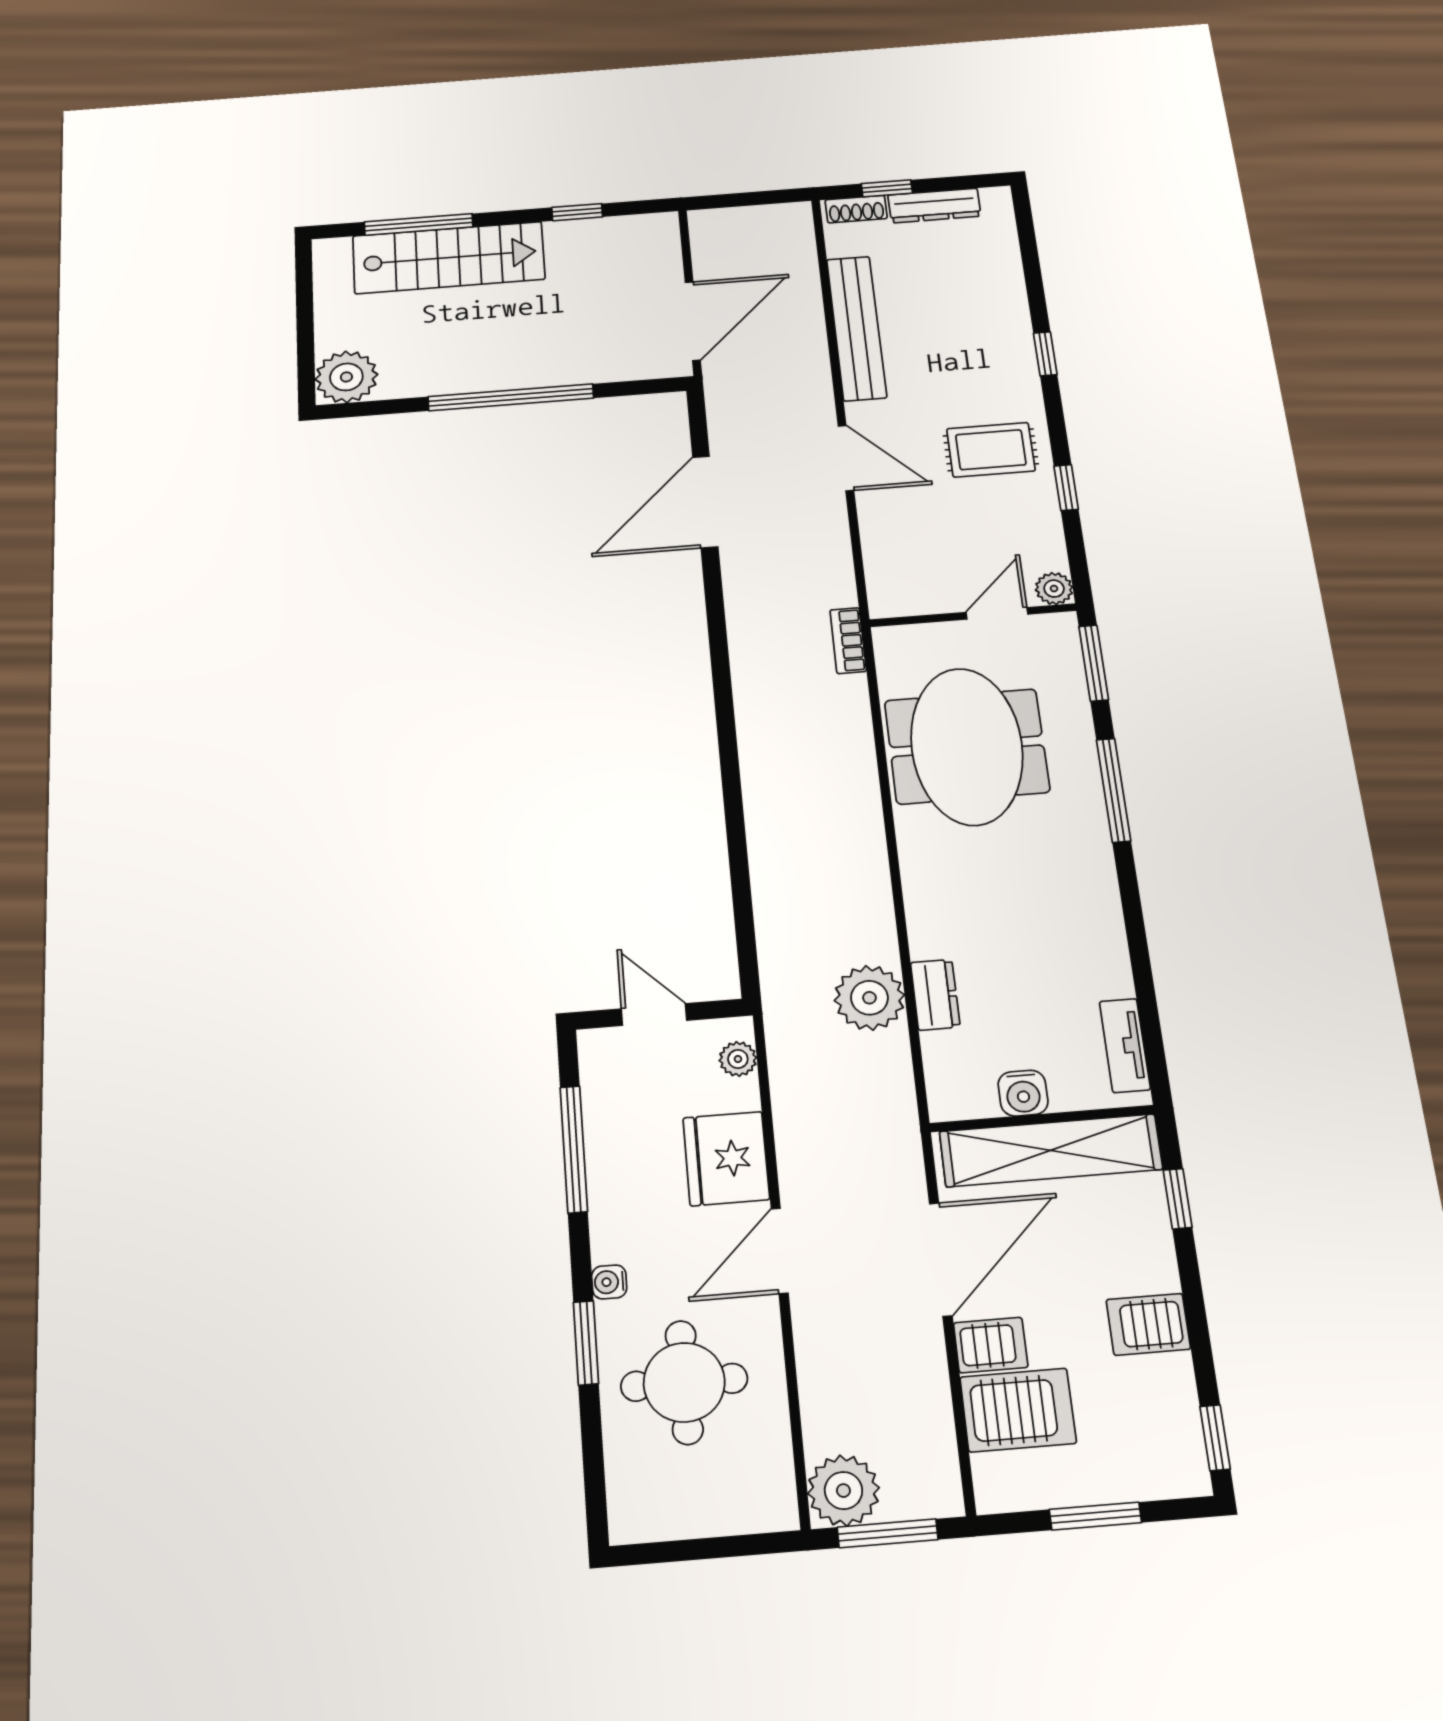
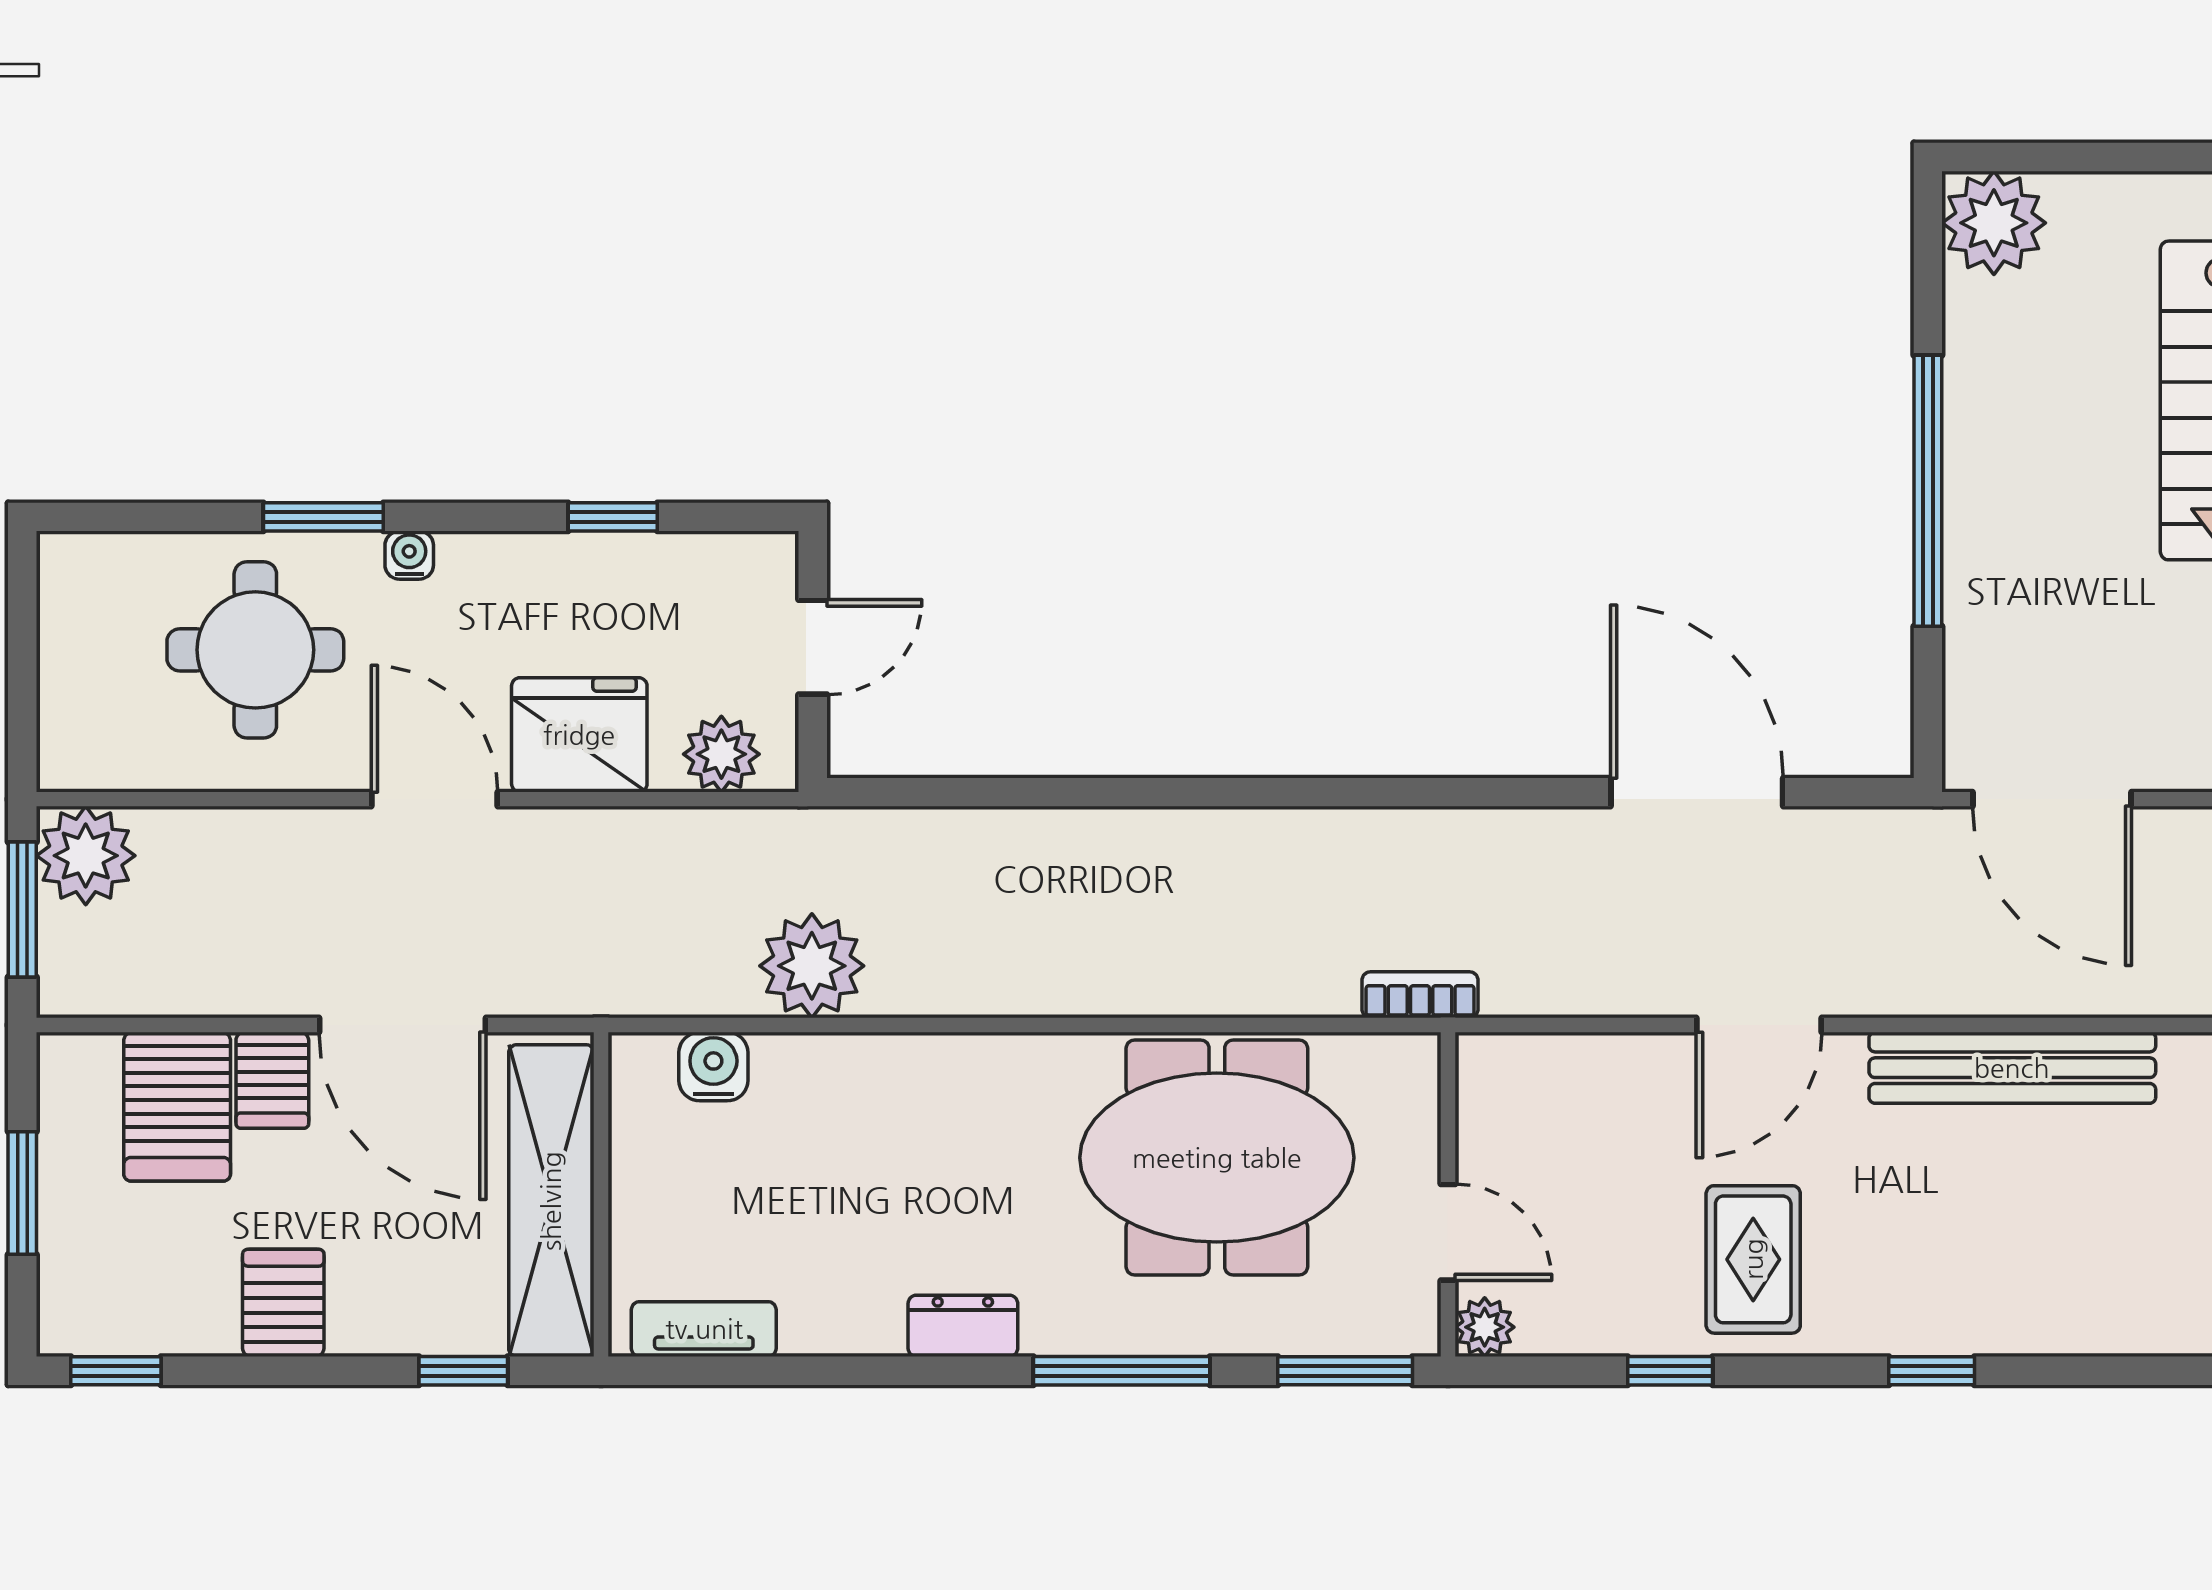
dresser: (935, 995) -> (963, 1326), moved, turned 180
plant: (738, 1059) -> (721, 754), width x1.38, depth x1.38
water cooler: (1023, 1093) -> (713, 1066), moved, turned 90
window: (574, 1149) -> (613, 517), width x0.46

